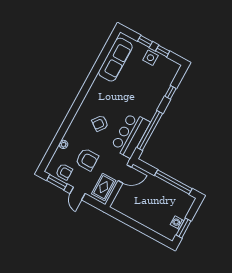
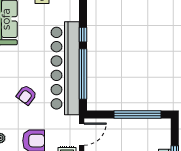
window: (170, 92) -> (83, 35), moved
bar counter: (130, 135) -> (65, 68), width x1.86

